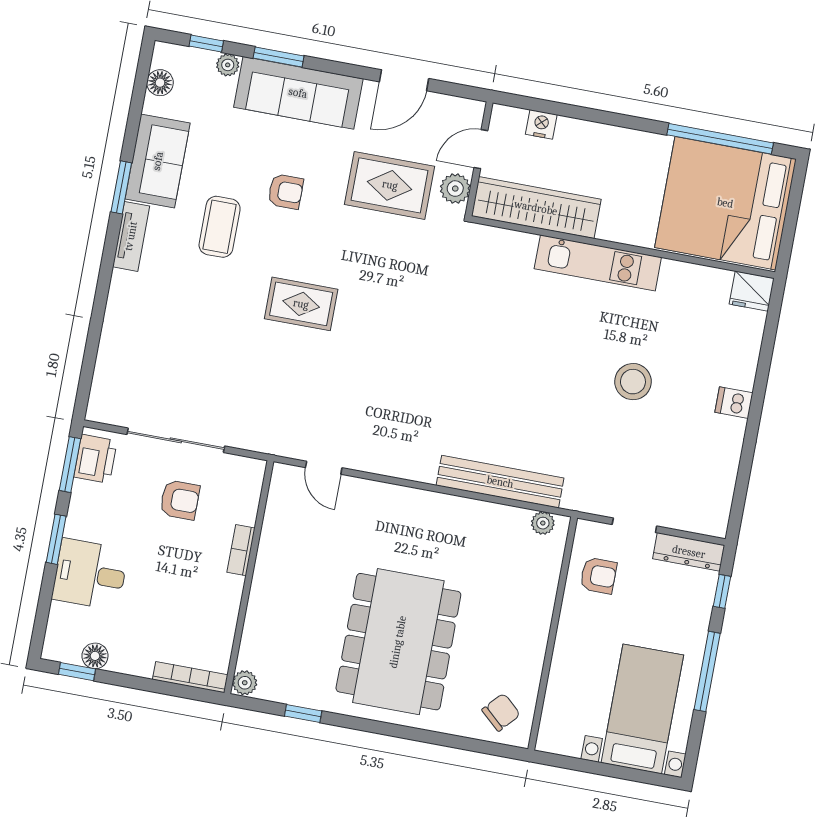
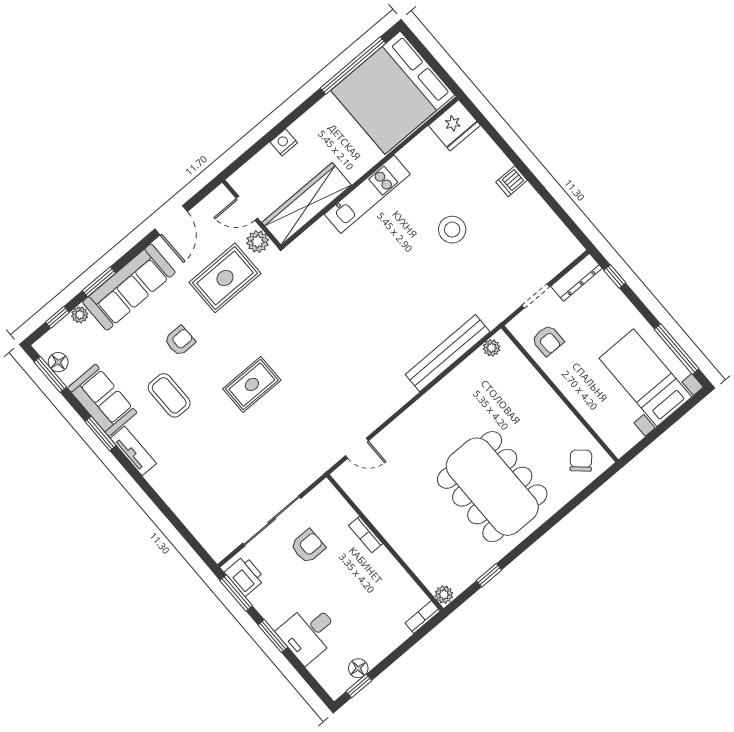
window: (140, 85) -> (50, 375), added
nightstand: (541, 124) -> (284, 142), moved
door: (481, 149) -> (247, 208), hinge flipped
fridge: (752, 291) -> (454, 125), width x1.36, depth x1.34
armchair: (598, 576) -> (548, 340), turned 90
window: (707, 671) -> (677, 349), moved
bookcase: (190, 677) -> (423, 617), width x0.64

